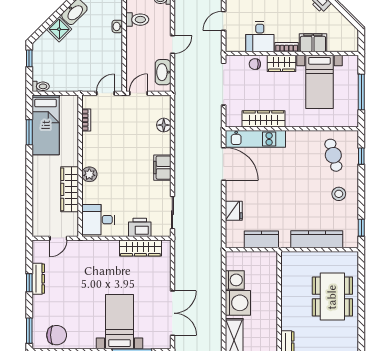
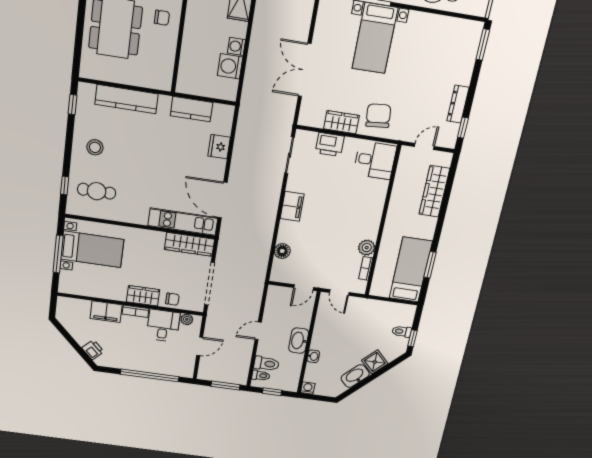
toilet: (137, 20) -> (266, 364), moved, turned 180
plant: (239, 46) -> (187, 319), added
washbasin: (163, 72) -> (299, 341), moved, turned 180
bed with nightstands: (319, 82) -> (92, 249), moved, turned 90
toilet: (41, 86) -> (402, 332), moved
door: (105, 93) -> (339, 293), hinge flipped
wardrobe: (264, 119) -> (189, 244), moved
cafe table: (333, 155) -> (97, 191), turned -75
plant: (89, 174) -> (367, 248), moved
wardrobe: (70, 189) -> (434, 191), moved, turned 180
wardrobe: (140, 248) -> (341, 122), width x0.67
window: (29, 283) -> (463, 128), moved
washing machine: (238, 303) -> (236, 46), width x0.53, depth x0.53
chair: (296, 310) -> (162, 18), added
double door: (172, 313) -> (305, 70), moved
chair: (57, 335) -> (378, 116), moved, turned 85

